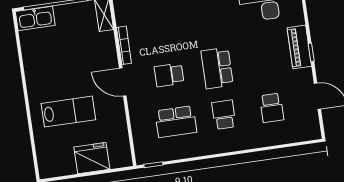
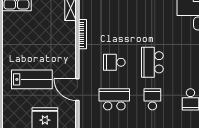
door: (123, 82) -> (77, 90), moved
school desk: (176, 122) -> (114, 99), turned 180

